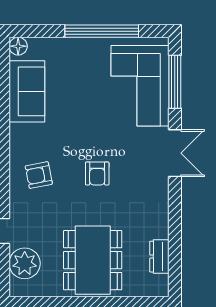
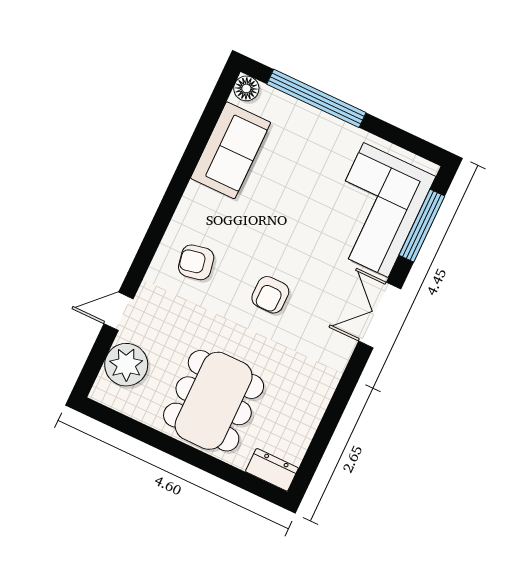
window: (102, 31) -> (316, 98), moved
double door: (175, 153) -> (380, 315), swing flipped
dresser: (159, 257) -> (272, 470), moved, turned 90

